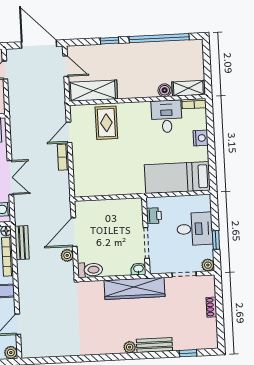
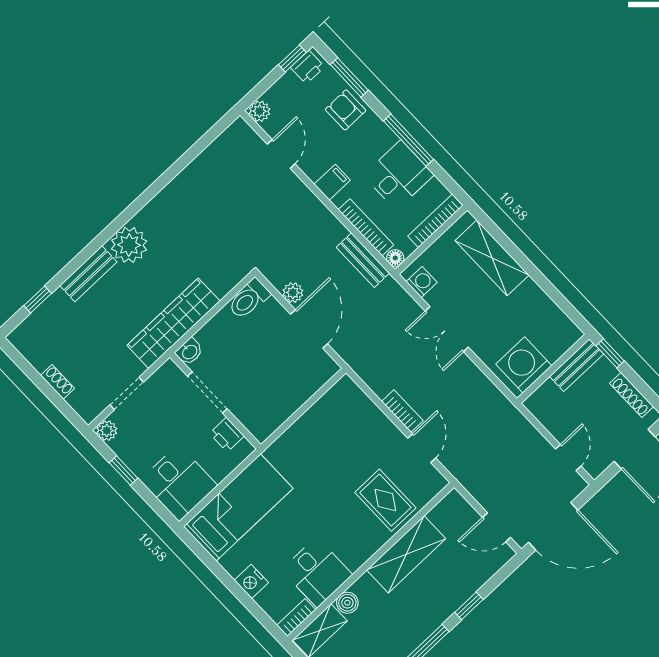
shelving: (93, 91) -> (406, 554), moved
desk: (195, 229) -> (179, 483), moved, turned -90
plant: (130, 347) -> (129, 245), width x1.88, depth x1.88

